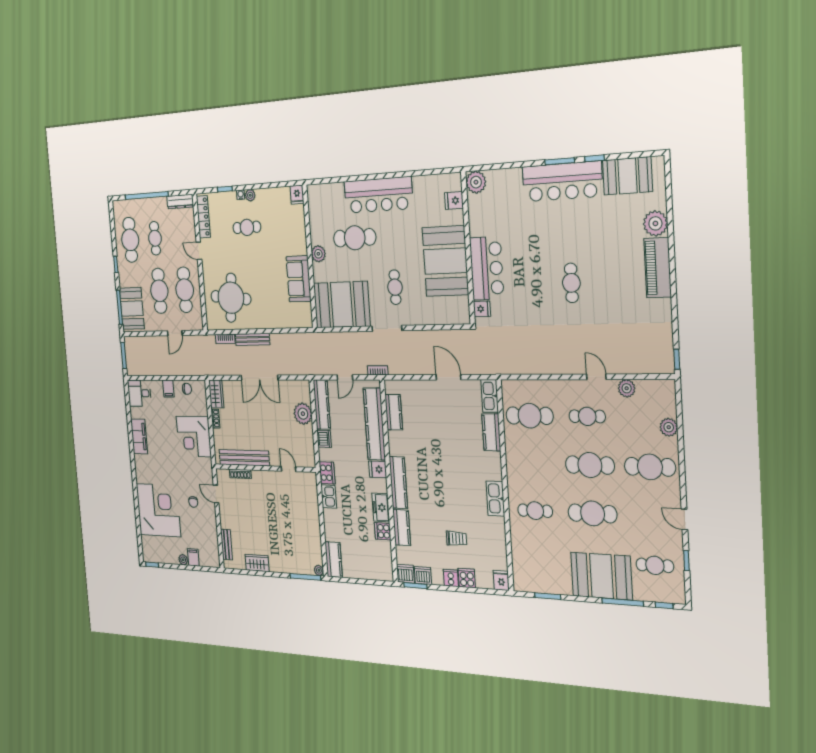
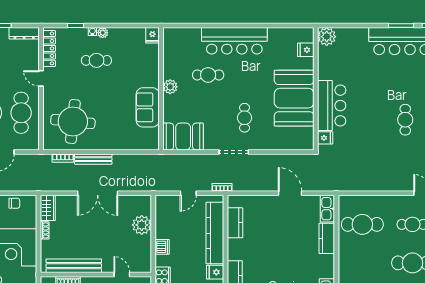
cafe table: (355, 238) -> (208, 75), width x0.73, depth x0.74
booth: (342, 305) -> (183, 136), width x0.73, depth x0.70
kitchen counter: (322, 404) -> (162, 217), removed

